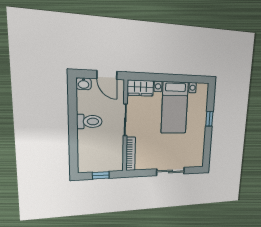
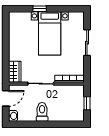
bed with nightstands: (175, 108) -> (50, 33), moved, turned 90

